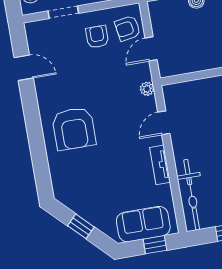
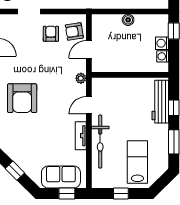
bicycle: (192, 195) -> (100, 142), moved

